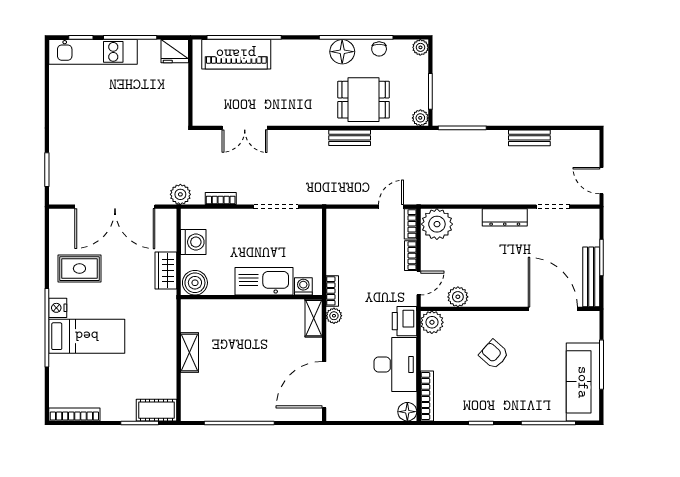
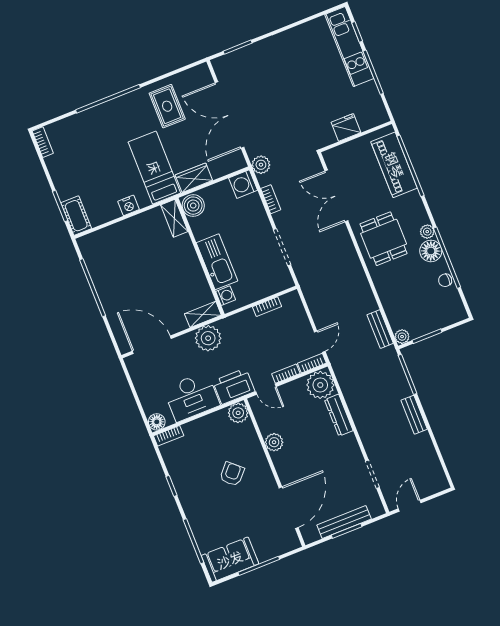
plant: (420, 47) -> (427, 232), moved
fridge: (175, 51) -> (346, 127), moved, turned 90
dining table: (364, 100) -> (384, 239), moved
double door: (245, 128) -> (336, 196), width x1.37
bench: (350, 138) -> (380, 329), moved
bench: (529, 138) -> (414, 415), moved
door: (391, 207) -> (320, 342), hinge flipped
dresser: (505, 217) -> (339, 415), moved
washing machine: (193, 242) -> (243, 184), moved, turned 90
bench: (591, 277) -> (344, 522), moved
bookcase: (332, 291) -> (267, 307), moved
plant: (458, 297) -> (274, 442), moved
nightstand: (58, 308) -> (129, 205), moved, turned 180
plant: (334, 316) -> (208, 338), width x1.87, depth x1.87
printer: (404, 321) -> (234, 386), width x1.37, depth x1.19
bed: (87, 336) -> (154, 168), moved, turned 180
shelving: (190, 353) -> (174, 218), moved, turned 90
sofa: (583, 382) -> (230, 560), width x0.73
bookcase: (427, 396) -> (169, 436), width x0.64
bookcase: (74, 414) -> (43, 142), width x0.64

